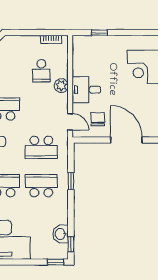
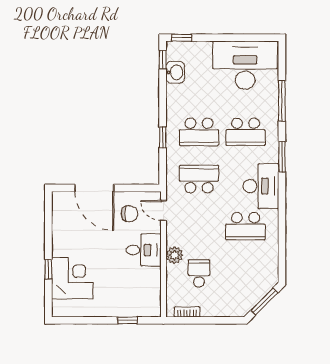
chair: (98, 119) -> (129, 214), turned -90

